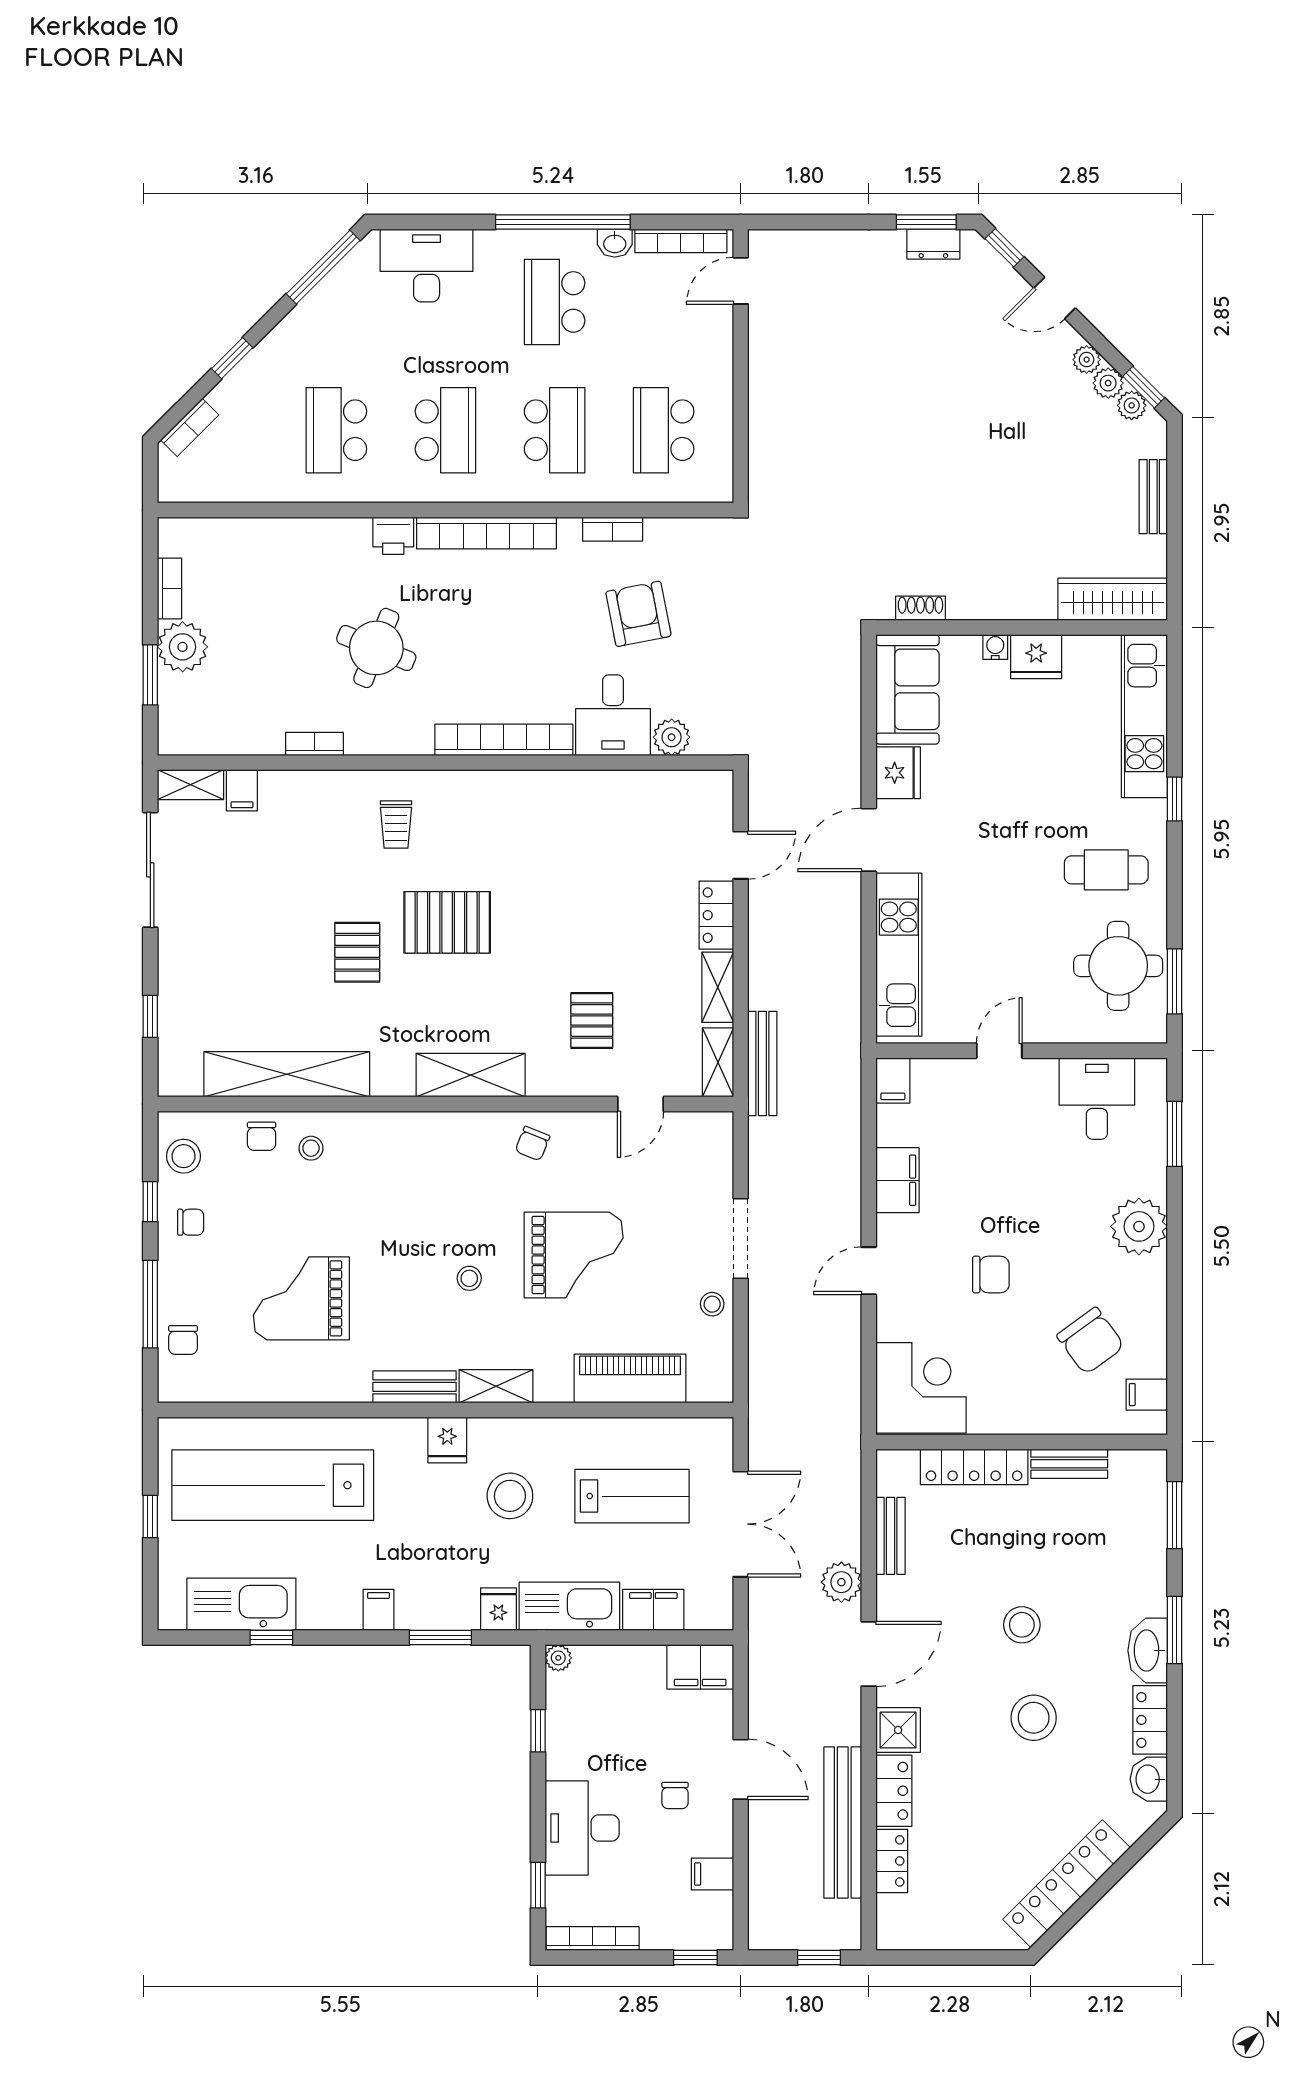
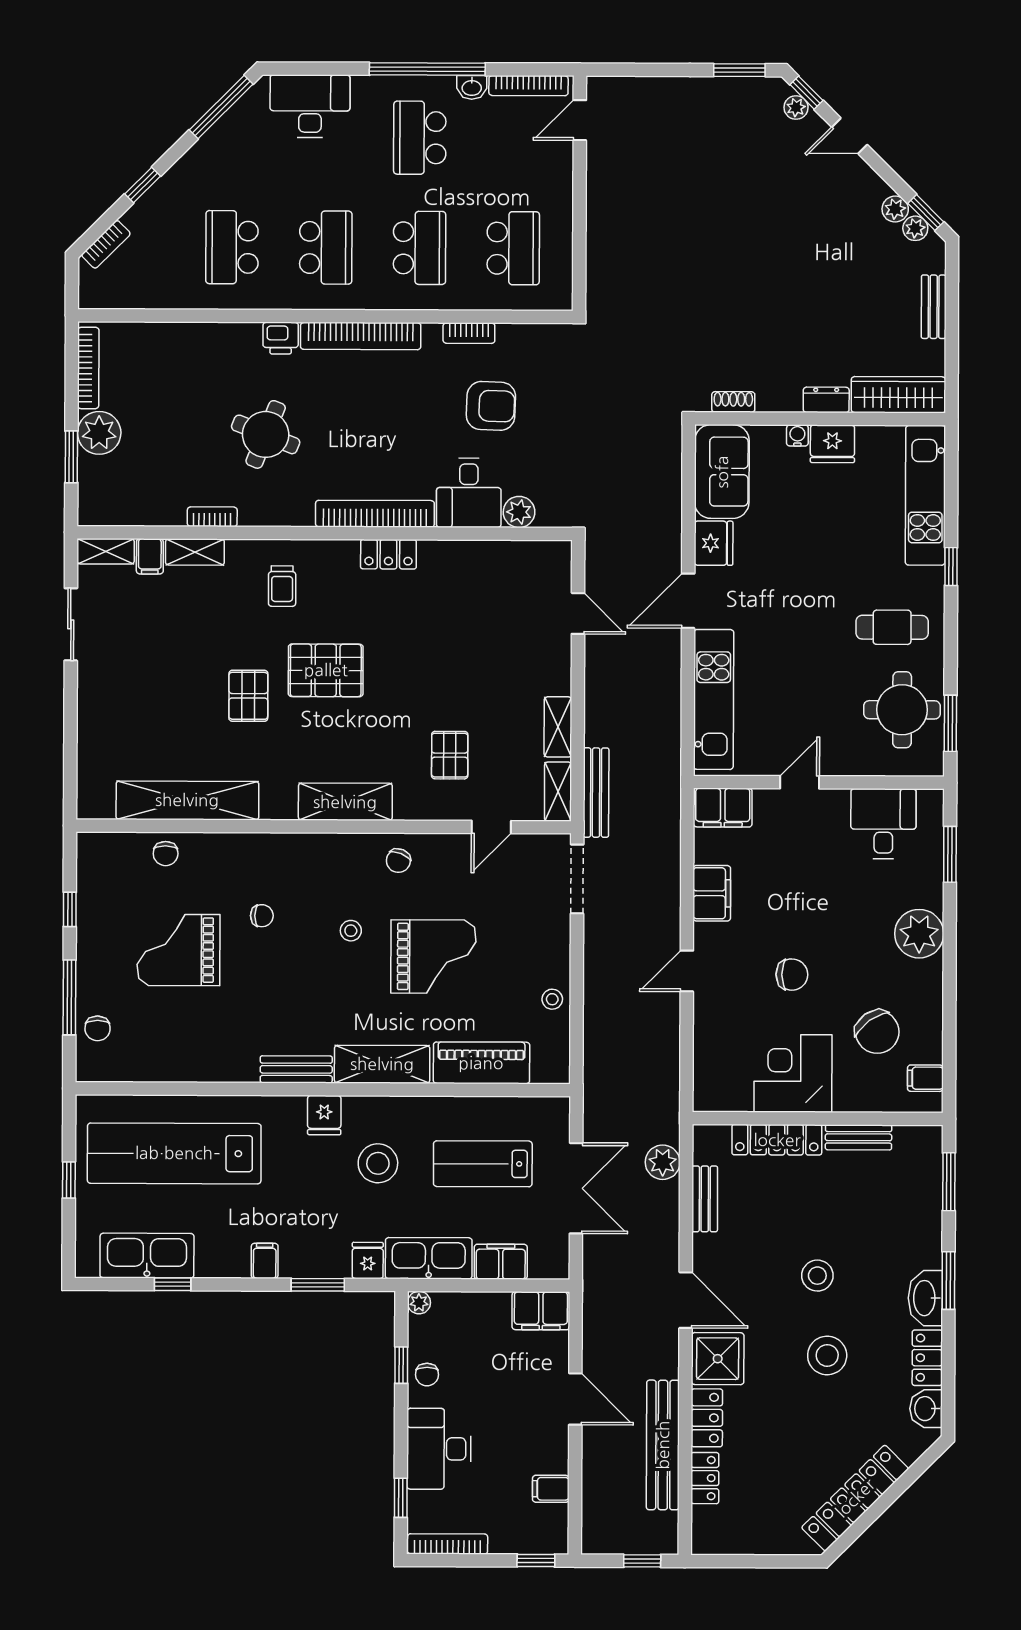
dresser: (933, 244) -> (826, 400), moved, turned 180
plant: (1087, 360) -> (796, 108), moved
school desk: (664, 430) -> (513, 248), turned 180
bookcase: (170, 588) -> (88, 368), width x1.56
armchair: (638, 614) -> (491, 406), turned 103
shelving: (294, 785) -> (195, 552), added
door: (741, 855) -> (578, 613), hinge flipped
sliding door: (150, 870) -> (71, 624), width x0.73
locker: (716, 915) -> (388, 554), moved, turned -90
window: (150, 1016) -> (70, 750), removed
filing cabinet: (893, 1080) -> (723, 808), width x2.00
stool: (311, 1148) -> (208, 864), removed
stool: (184, 1156) -> (98, 870), removed
chair: (191, 1222) -> (262, 916), moved
doorway: (741, 1239) -> (577, 879), moved
stool: (469, 1278) -> (351, 931), moved
grand piano: (301, 1298) -> (179, 950), moved
shelving: (496, 1386) -> (382, 1064), width x1.50, depth x1.33
corner desk: (921, 1388) -> (793, 1073), moved, turned -90
lab bench: (632, 1496) -> (483, 1164), turned 180
plant: (841, 1582) -> (663, 1162), moved
door: (869, 1654) -> (686, 1300), hinge flipped
shower: (898, 1730) -> (718, 1359), width x1.36, depth x1.36
chair: (675, 1796) -> (427, 1375), moved

